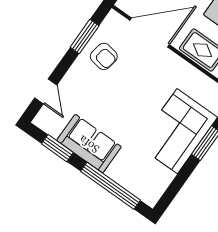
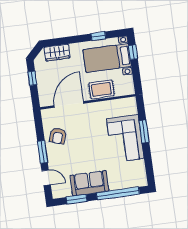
window: (85, 36) -> (43, 152), moved
armchair: (104, 56) -> (58, 136), turned 99

